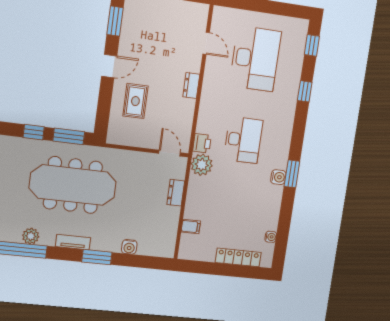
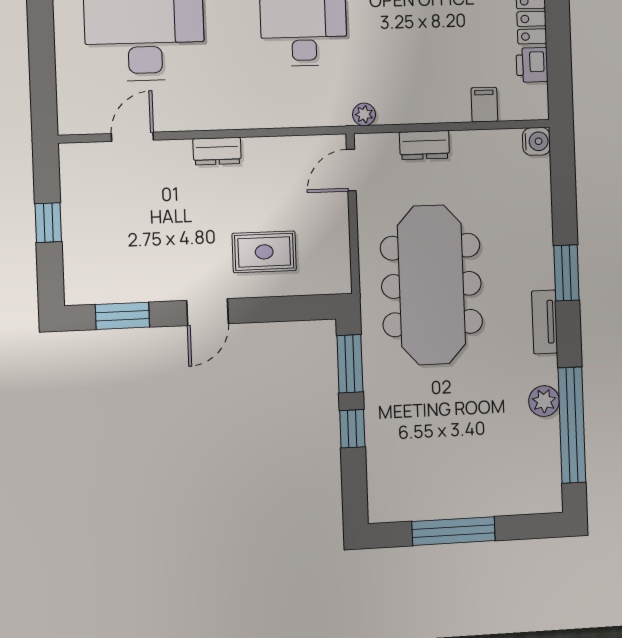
door: (109, 66) -> (208, 312), swing flipped
printer: (202, 143) -> (532, 65), moved, turned -90
plant: (202, 165) -> (364, 114), width x0.53, depth x0.53
meeting table: (73, 185) -> (431, 285), moved
water cooler: (129, 247) -> (536, 141), moved

